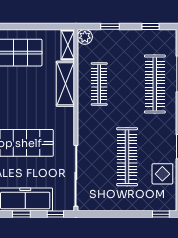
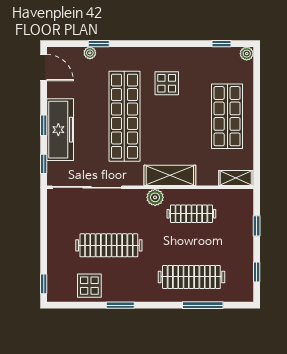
plant: (85, 37) -> (155, 197), moved
shelving: (65, 84) -> (170, 175), moved

